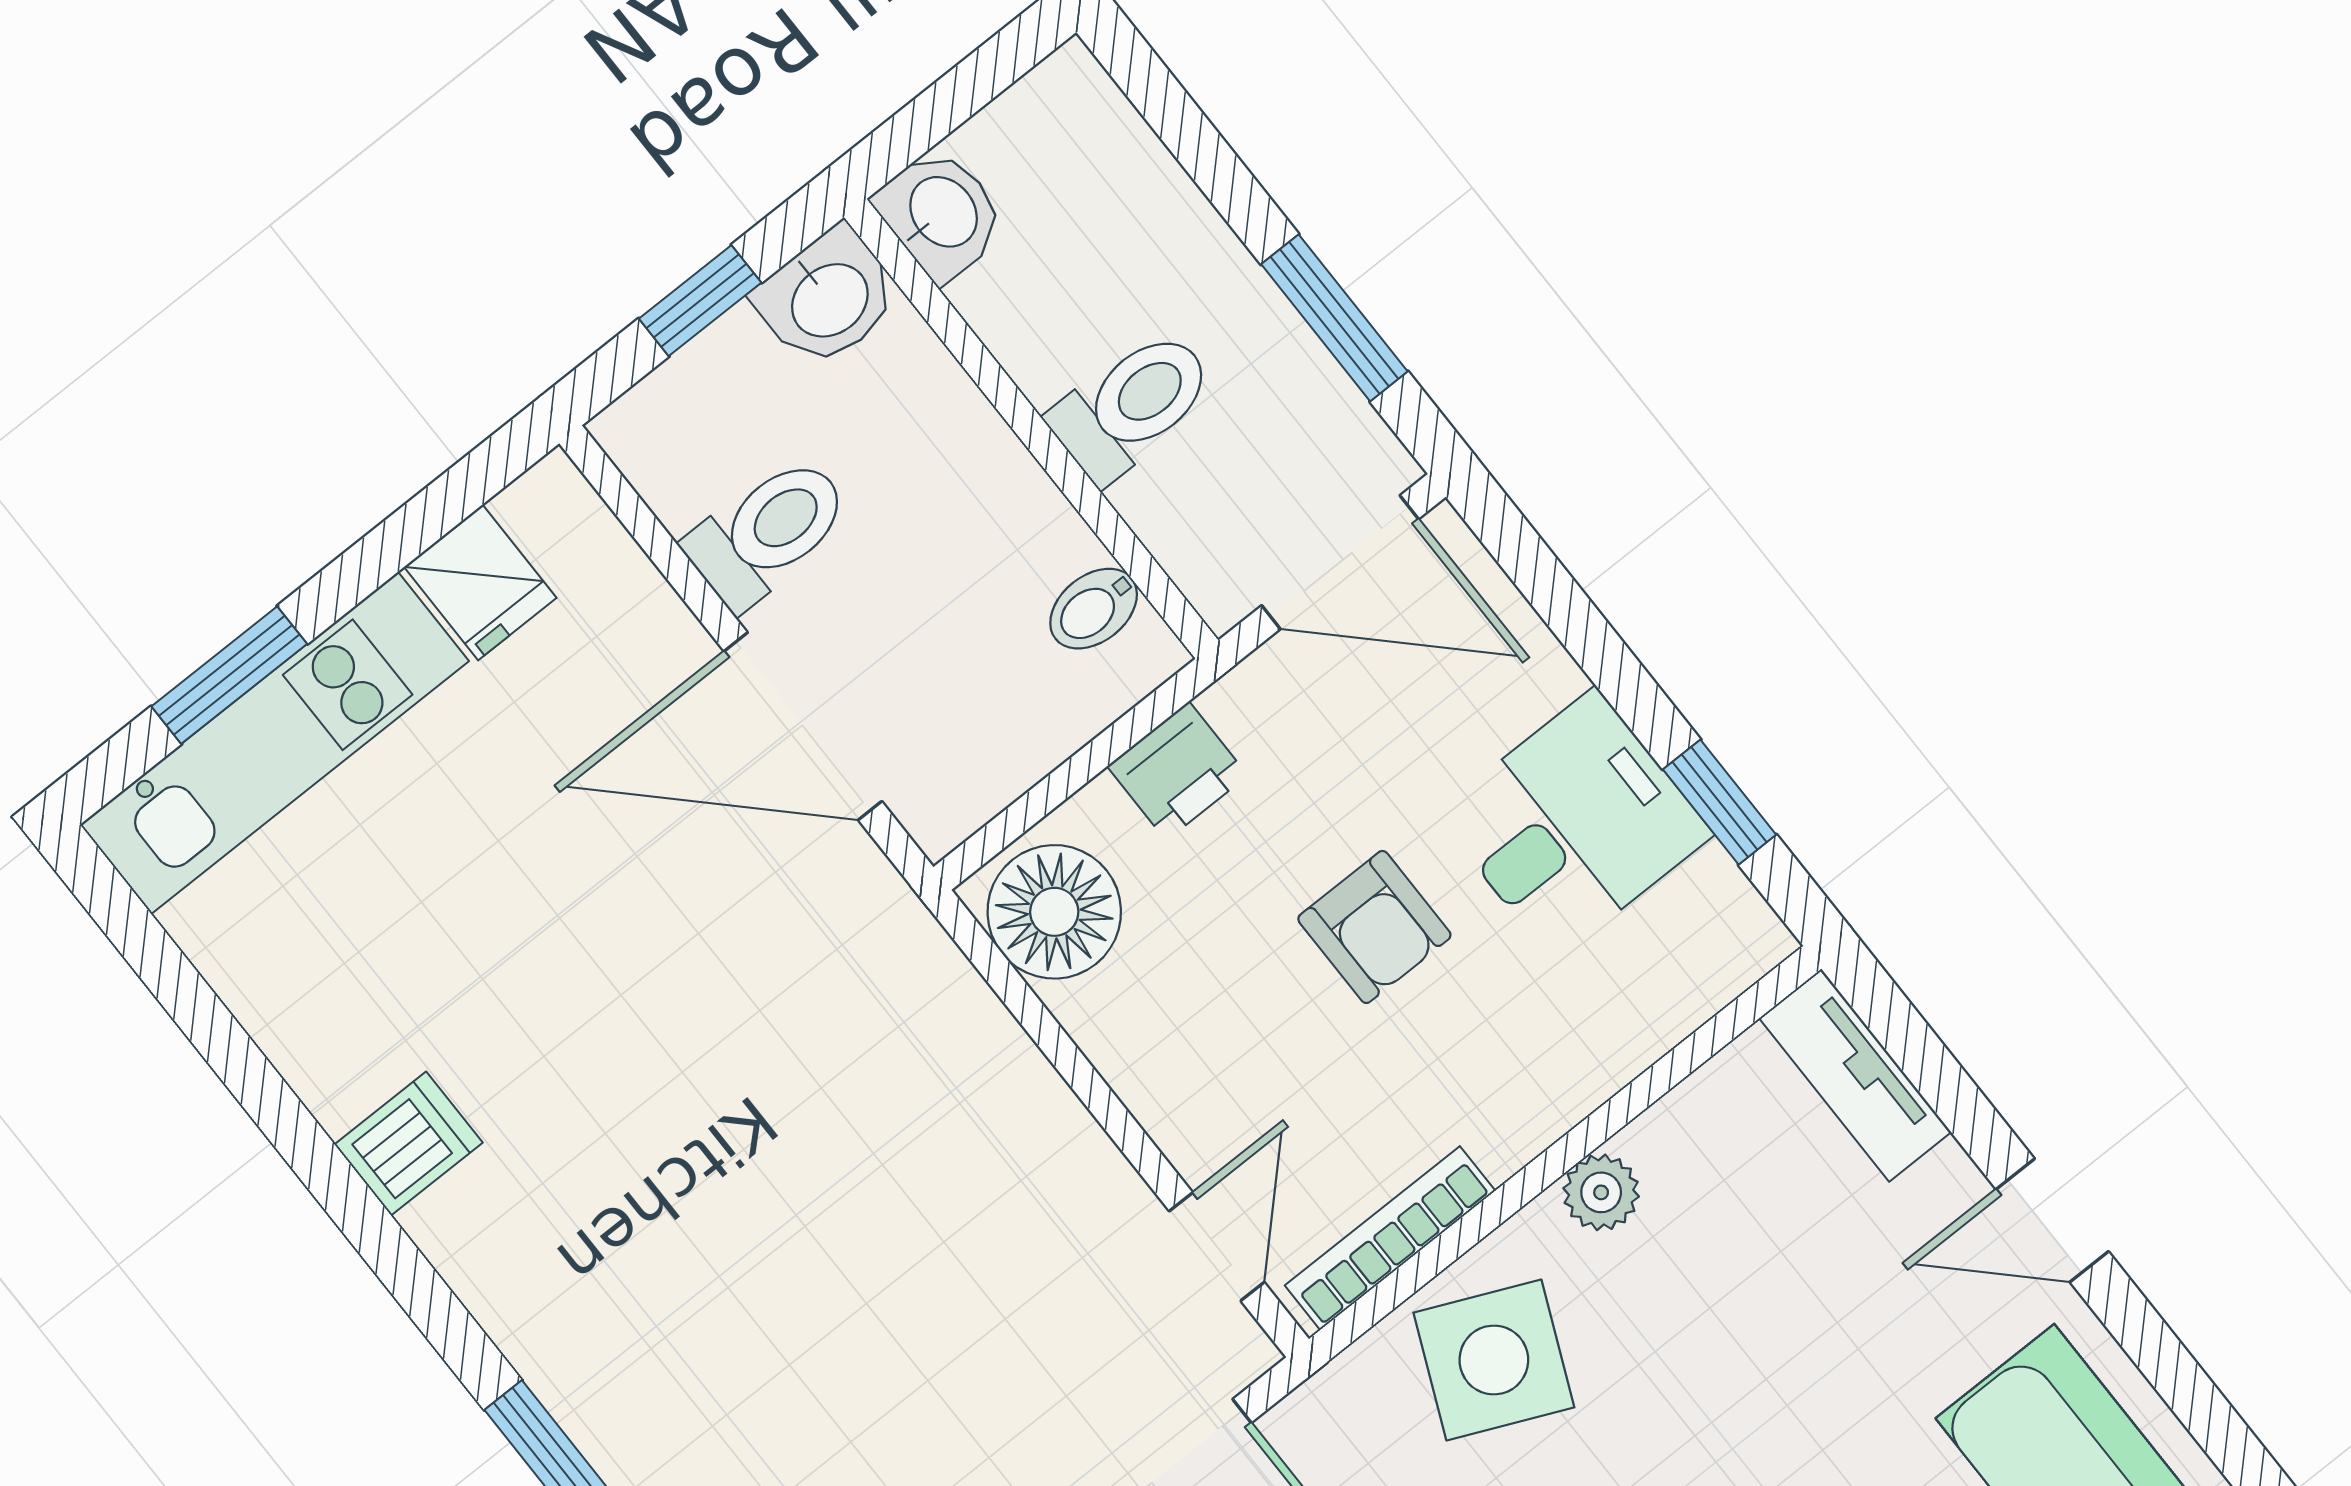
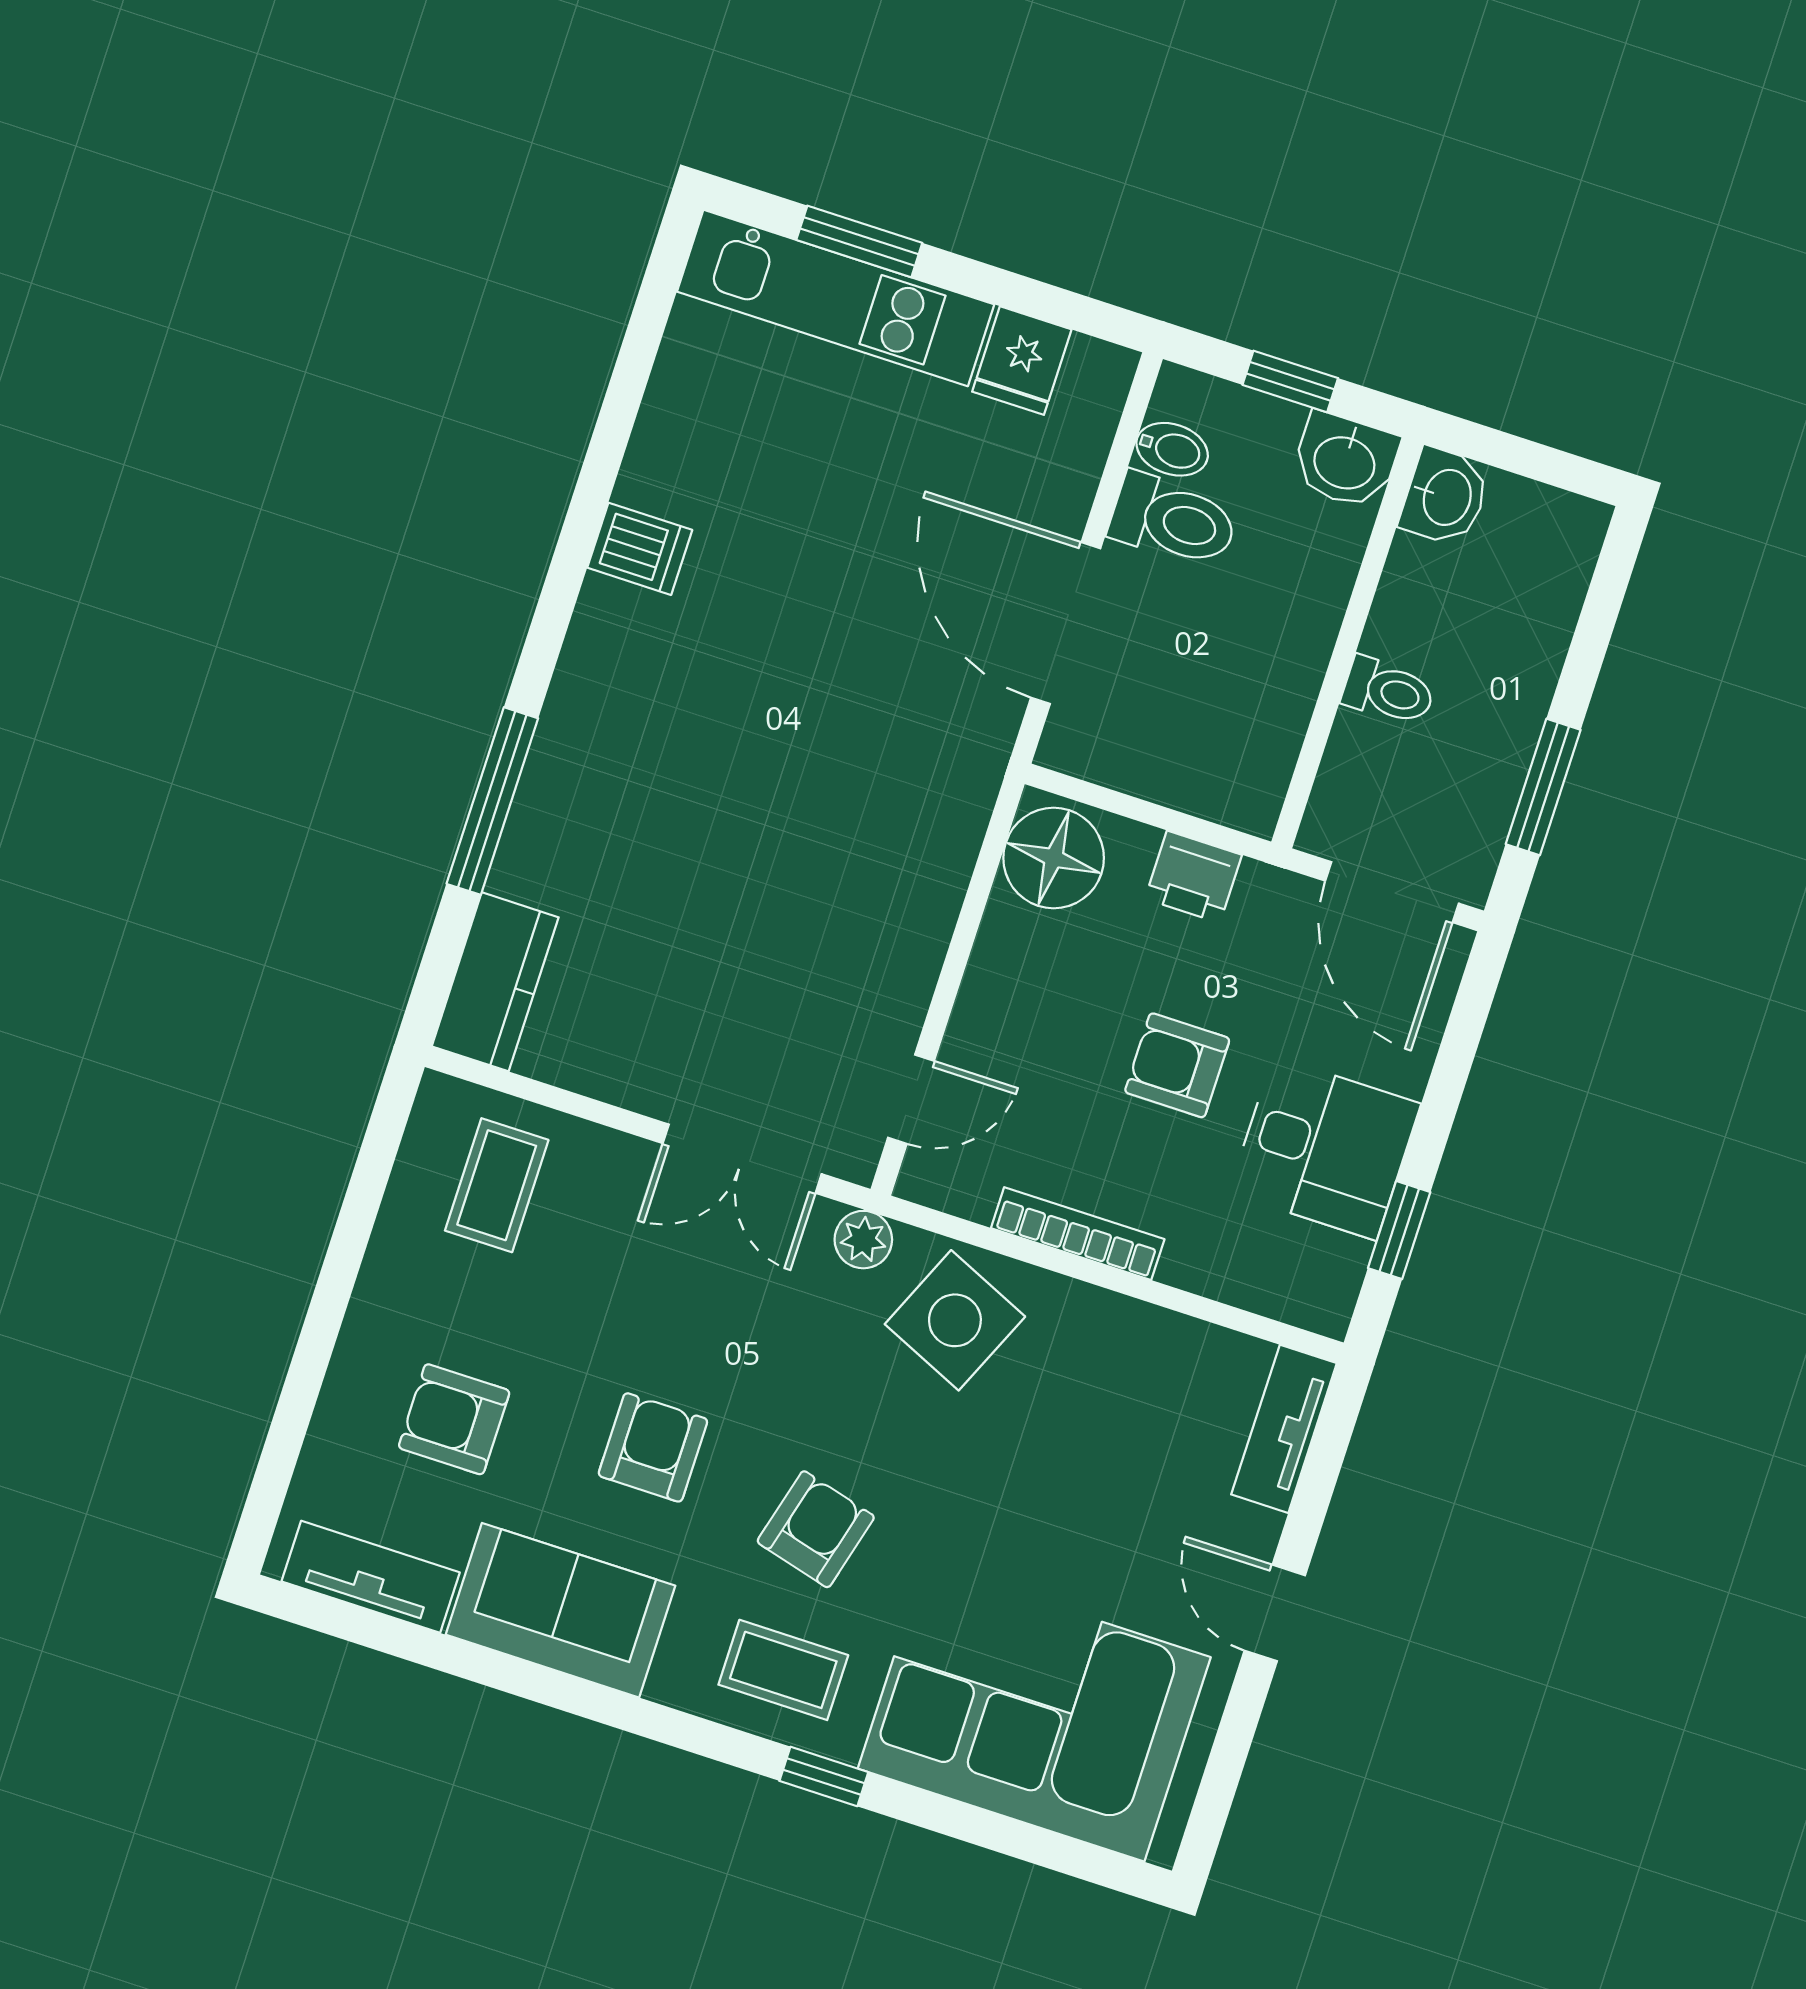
toilet: (1132, 405) -> (1388, 691), width x0.73, depth x0.72
bidet: (1094, 609) -> (1172, 449), moved, turned 180
armchair: (1374, 927) -> (1177, 1065), turned 90
plant: (1601, 1192) -> (863, 1240), moved
bookcase: (1390, 1238) -> (1078, 1234), moved

